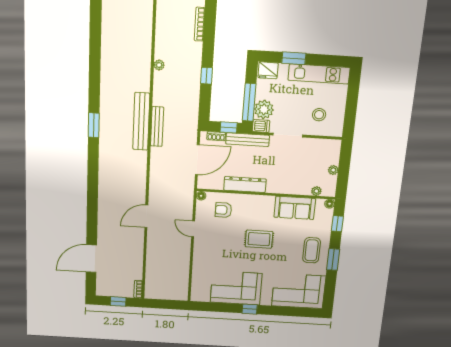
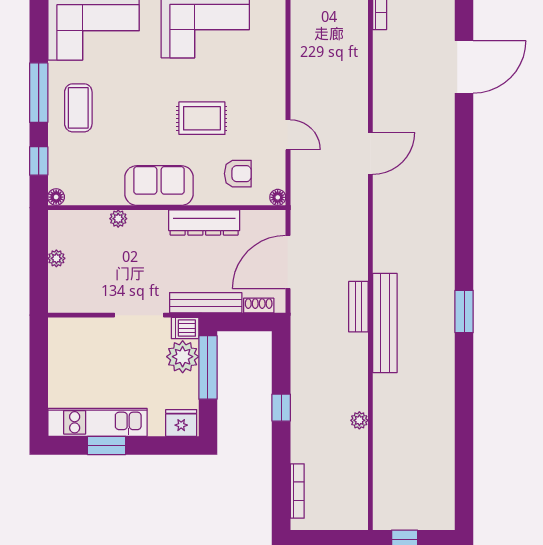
window: (294, 58) -> (107, 445), moved
stool: (319, 115) -> (90, 354), removed
bench: (157, 127) -> (358, 307), width x0.73
window: (229, 127) -> (239, 322), removed
plant: (316, 191) -> (118, 219), moved
sofa: (295, 208) -> (159, 186), moved
rug: (259, 239) -> (202, 118), moved
window: (333, 259) -> (39, 93), width x1.44

